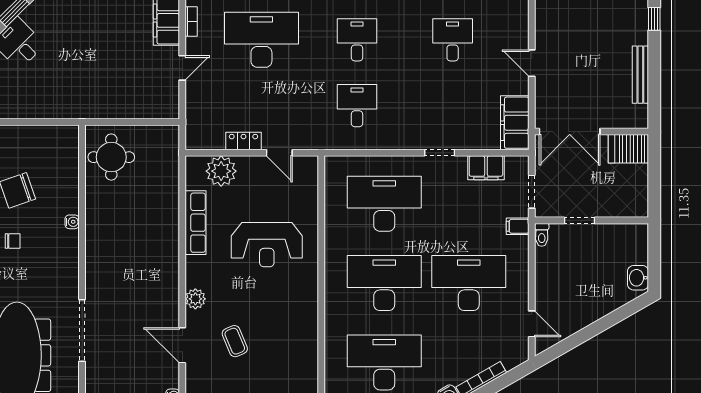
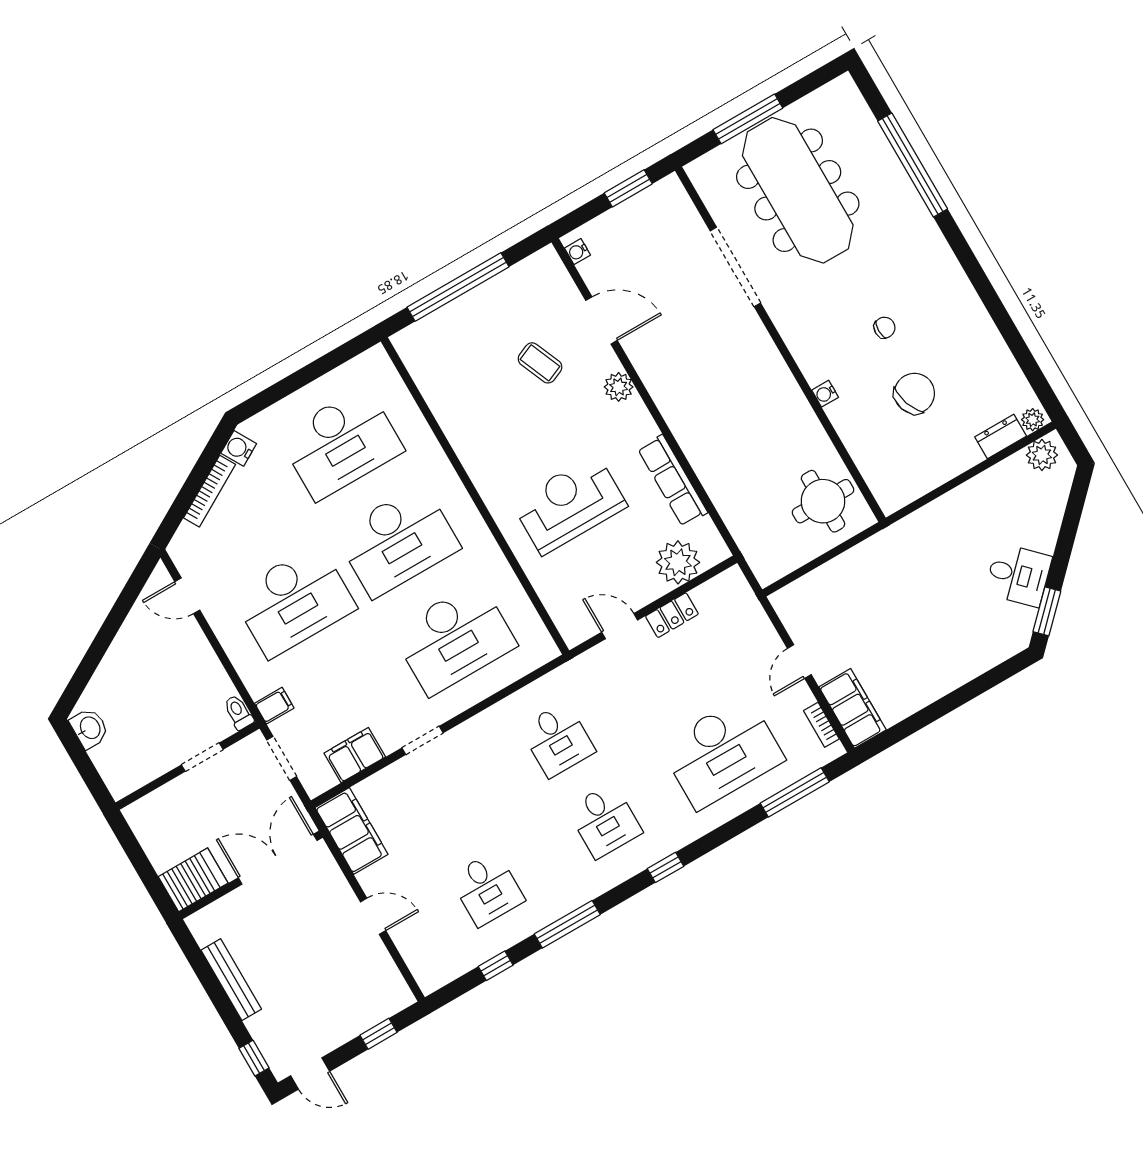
chair: (13, 241) -> (884, 328), turned 180

